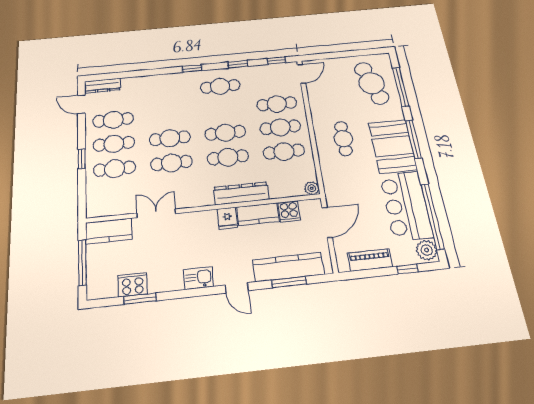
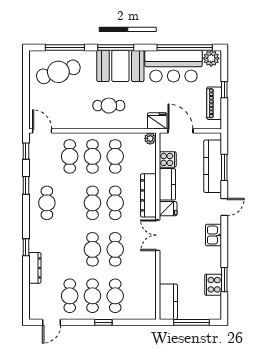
window: (192, 69) -> (26, 247), moved
dresser: (103, 86) -> (35, 268), moved
fridge: (335, 194) -> (157, 121), added
double door: (156, 213) -> (158, 235), moved
window: (407, 269) -> (224, 90), moved

